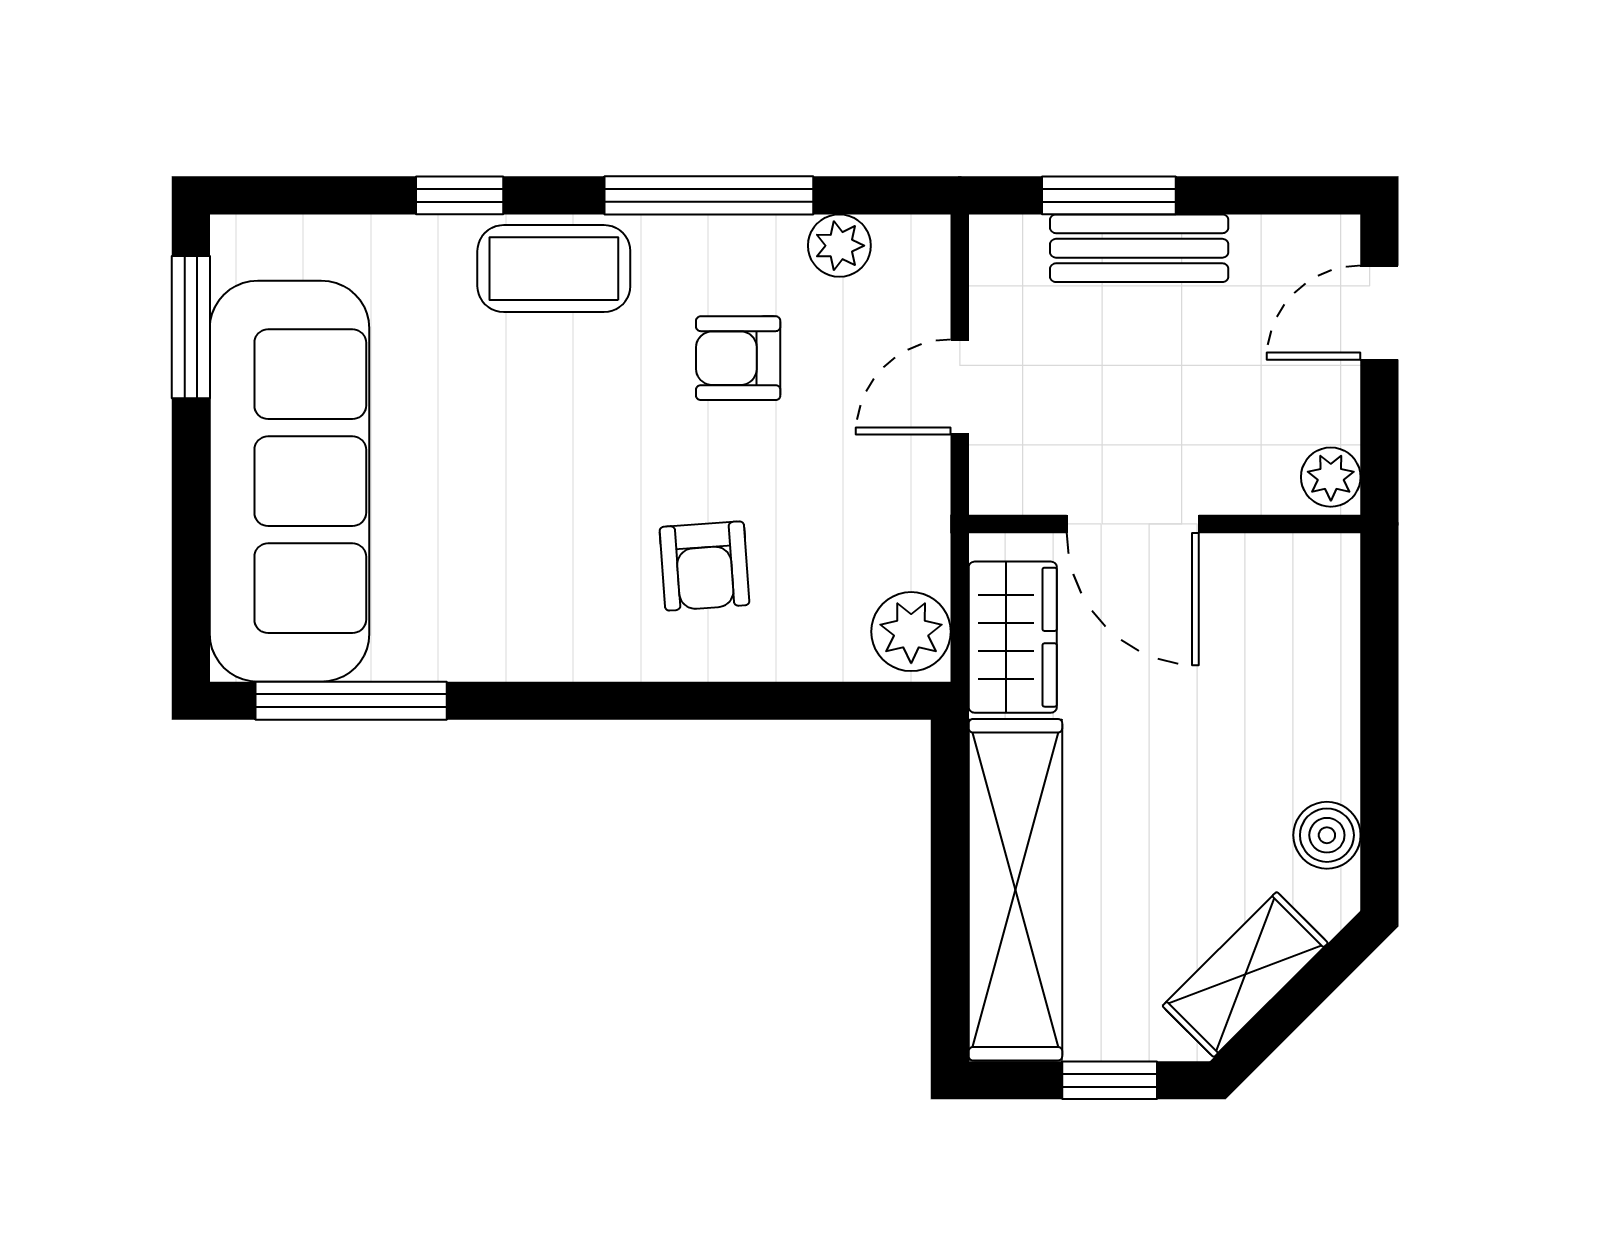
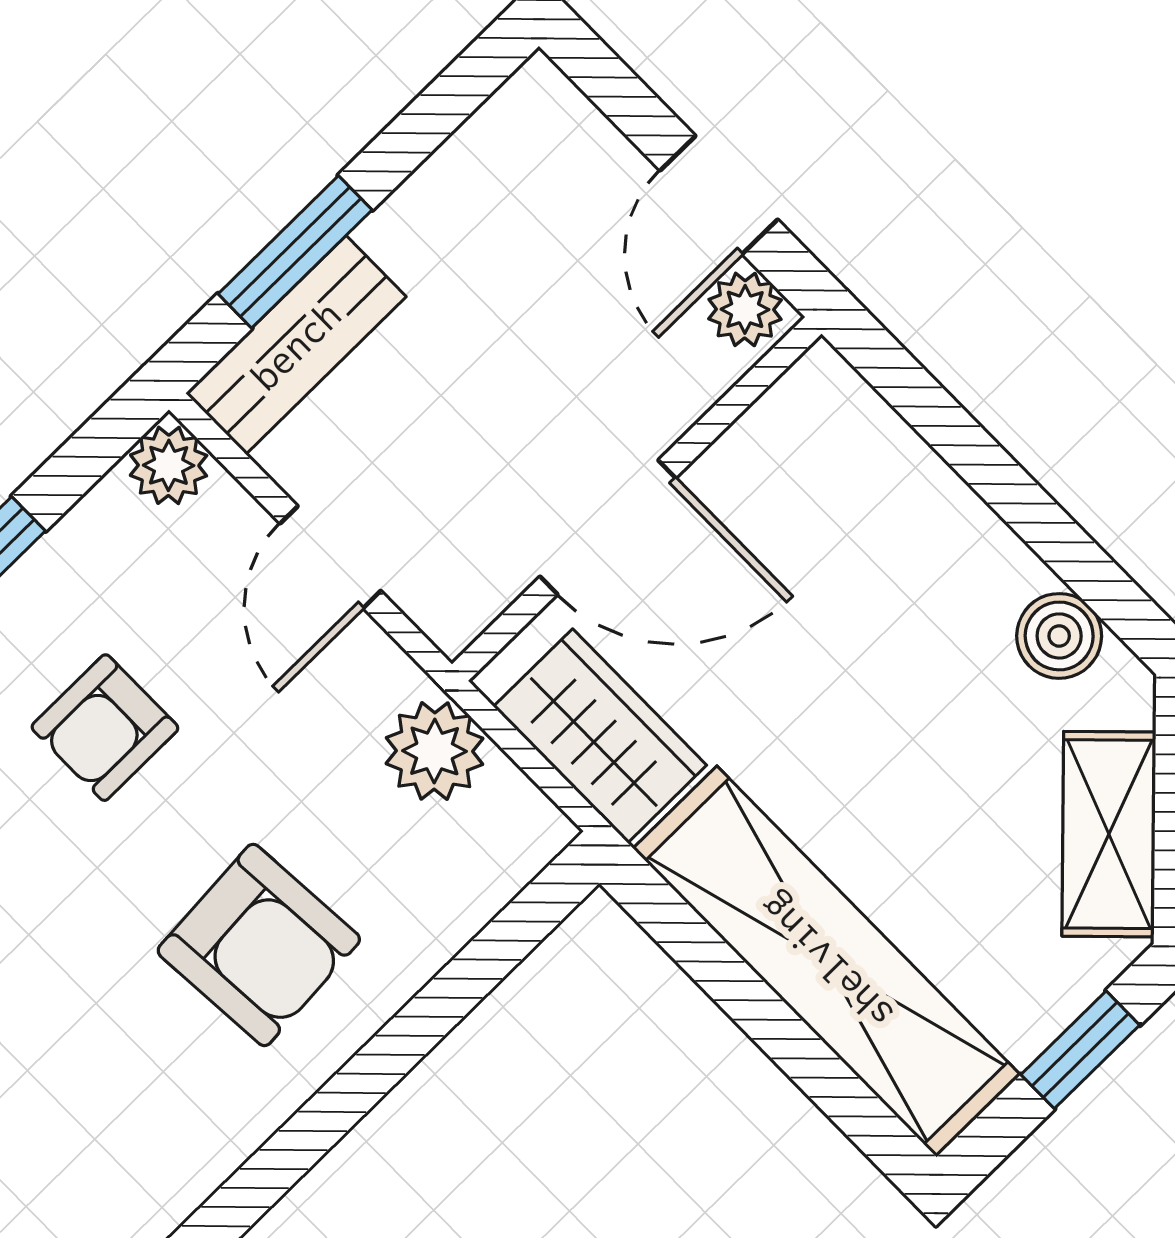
plant: (839, 246) -> (169, 465), moved
bench: (1139, 248) -> (296, 345), moved
door: (1379, 313) -> (719, 195), moved
armchair: (704, 566) -> (259, 945), width x1.38, depth x1.38
plant: (911, 632) -> (435, 751), moved

